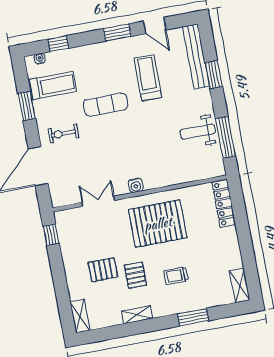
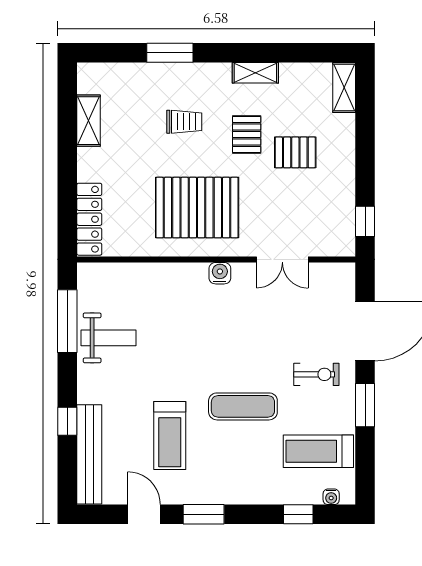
window: (214, 75) -> (67, 421), width x0.67
window: (27, 106) -> (365, 405), moved
shelving: (240, 285) -> (89, 121), moved

